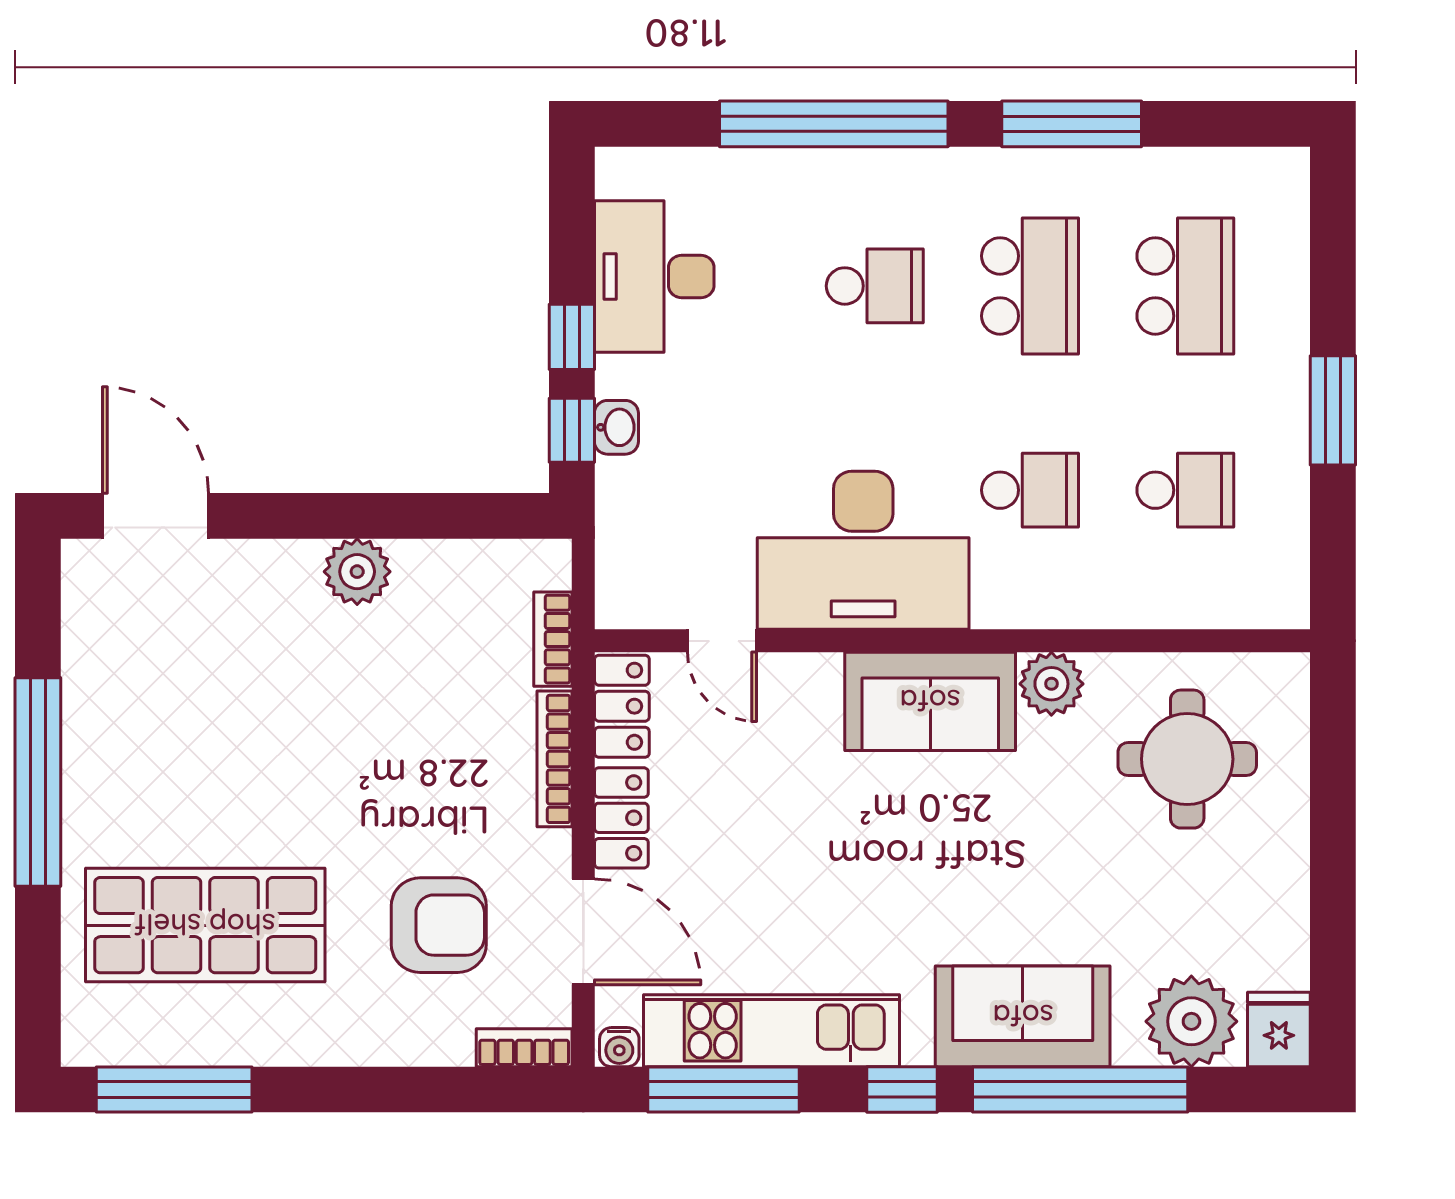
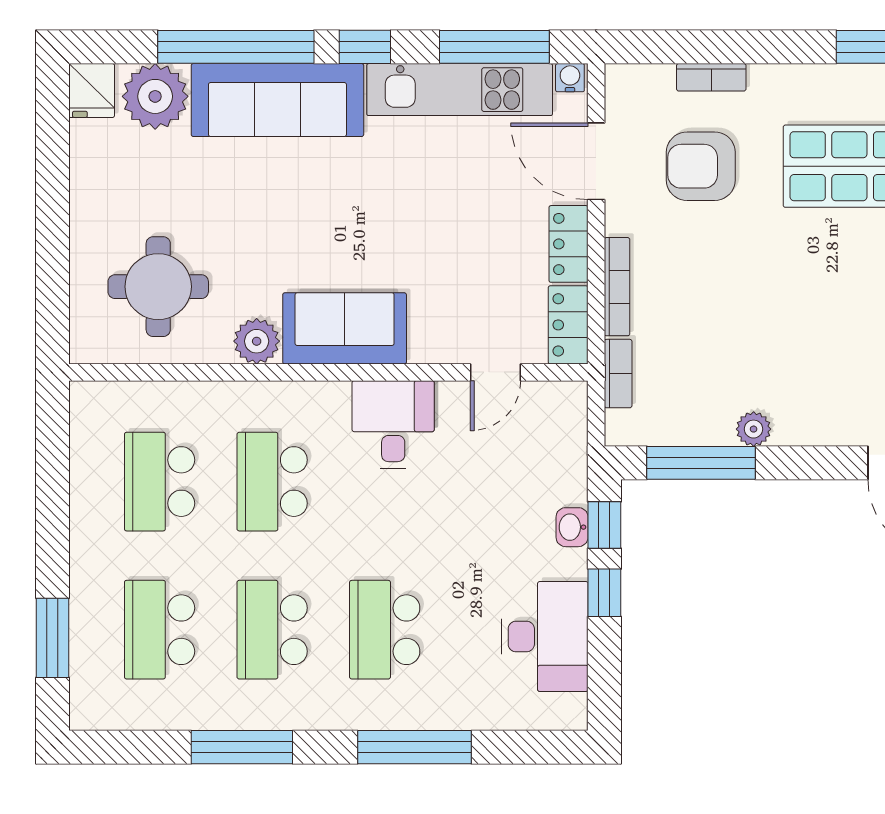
window: (834, 124) -> (415, 747), width x0.68
school desk: (875, 286) -> (385, 630), width x1.85
window: (1333, 410) -> (52, 638), moved
school desk: (1030, 490) -> (272, 482), width x1.85
school desk: (1185, 490) -> (160, 482), width x1.85
window: (439, 516) -> (701, 463), added
desk: (863, 550) -> (393, 425), width x0.53, depth x0.77
plant: (357, 572) -> (754, 429), width x0.73, depth x0.73
door: (722, 641) -> (495, 372), swing flipped
sofa: (1023, 1016) -> (277, 100), width x1.36
bookcase: (524, 1048) -> (711, 77), moved

